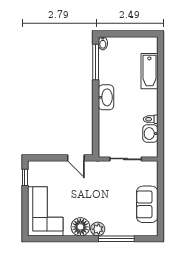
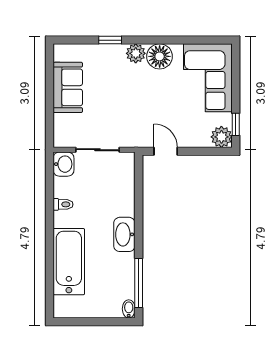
bathtub: (149, 71) -> (69, 262), width x1.36, depth x1.36
washbasin: (150, 134) -> (64, 164), moved
plant: (35, 168) -> (221, 137), added
window: (116, 239) -> (110, 40), width x0.46

